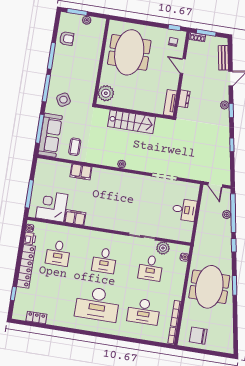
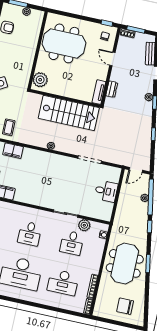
meeting table: (129, 52) -> (64, 43), turned 90
stairs: (131, 122) -> (69, 113), width x1.36, depth x1.51
door: (215, 185) -> (136, 170), hinge flipped
chair: (198, 336) -> (125, 306), moved

